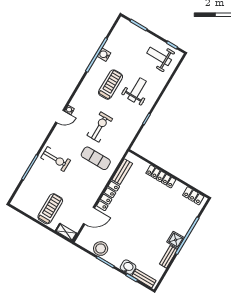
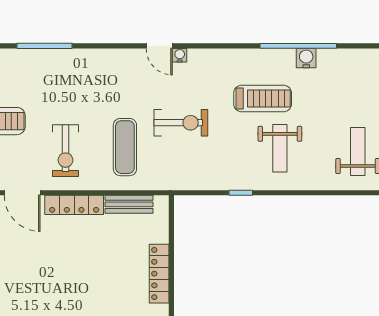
weight bench: (137, 90) -> (280, 148), turned 90
exercise bike: (56, 159) -> (65, 151), moved

